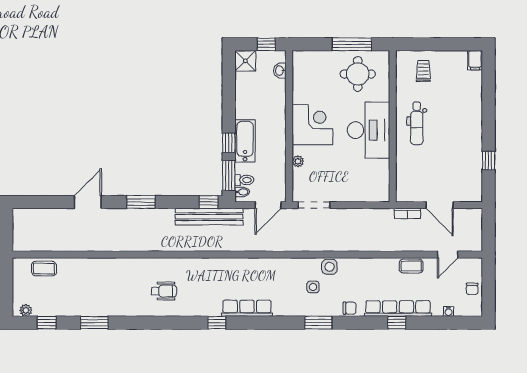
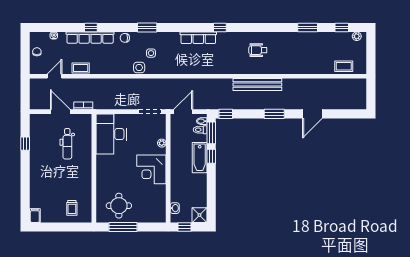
dental chair: (417, 123) -> (67, 144), moved, turned 180
desk: (369, 130) -> (111, 134), moved
bench: (209, 217) -> (257, 85), moved

